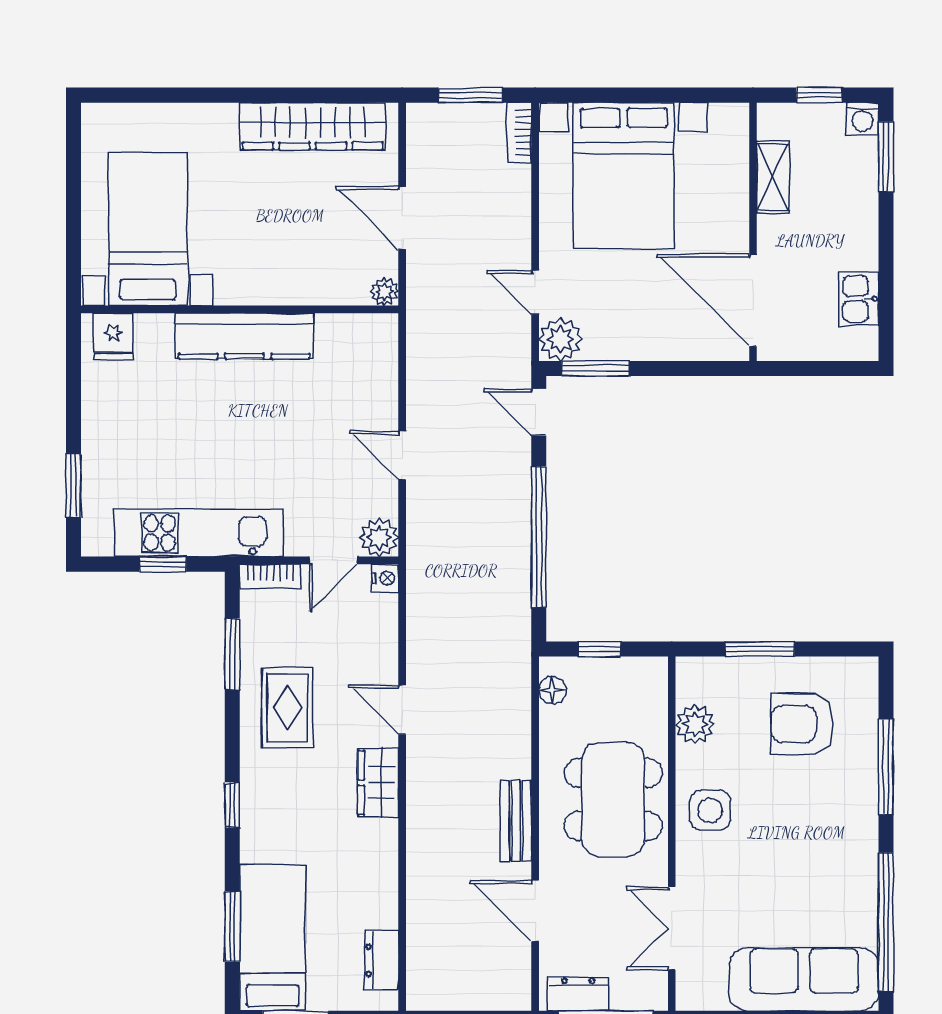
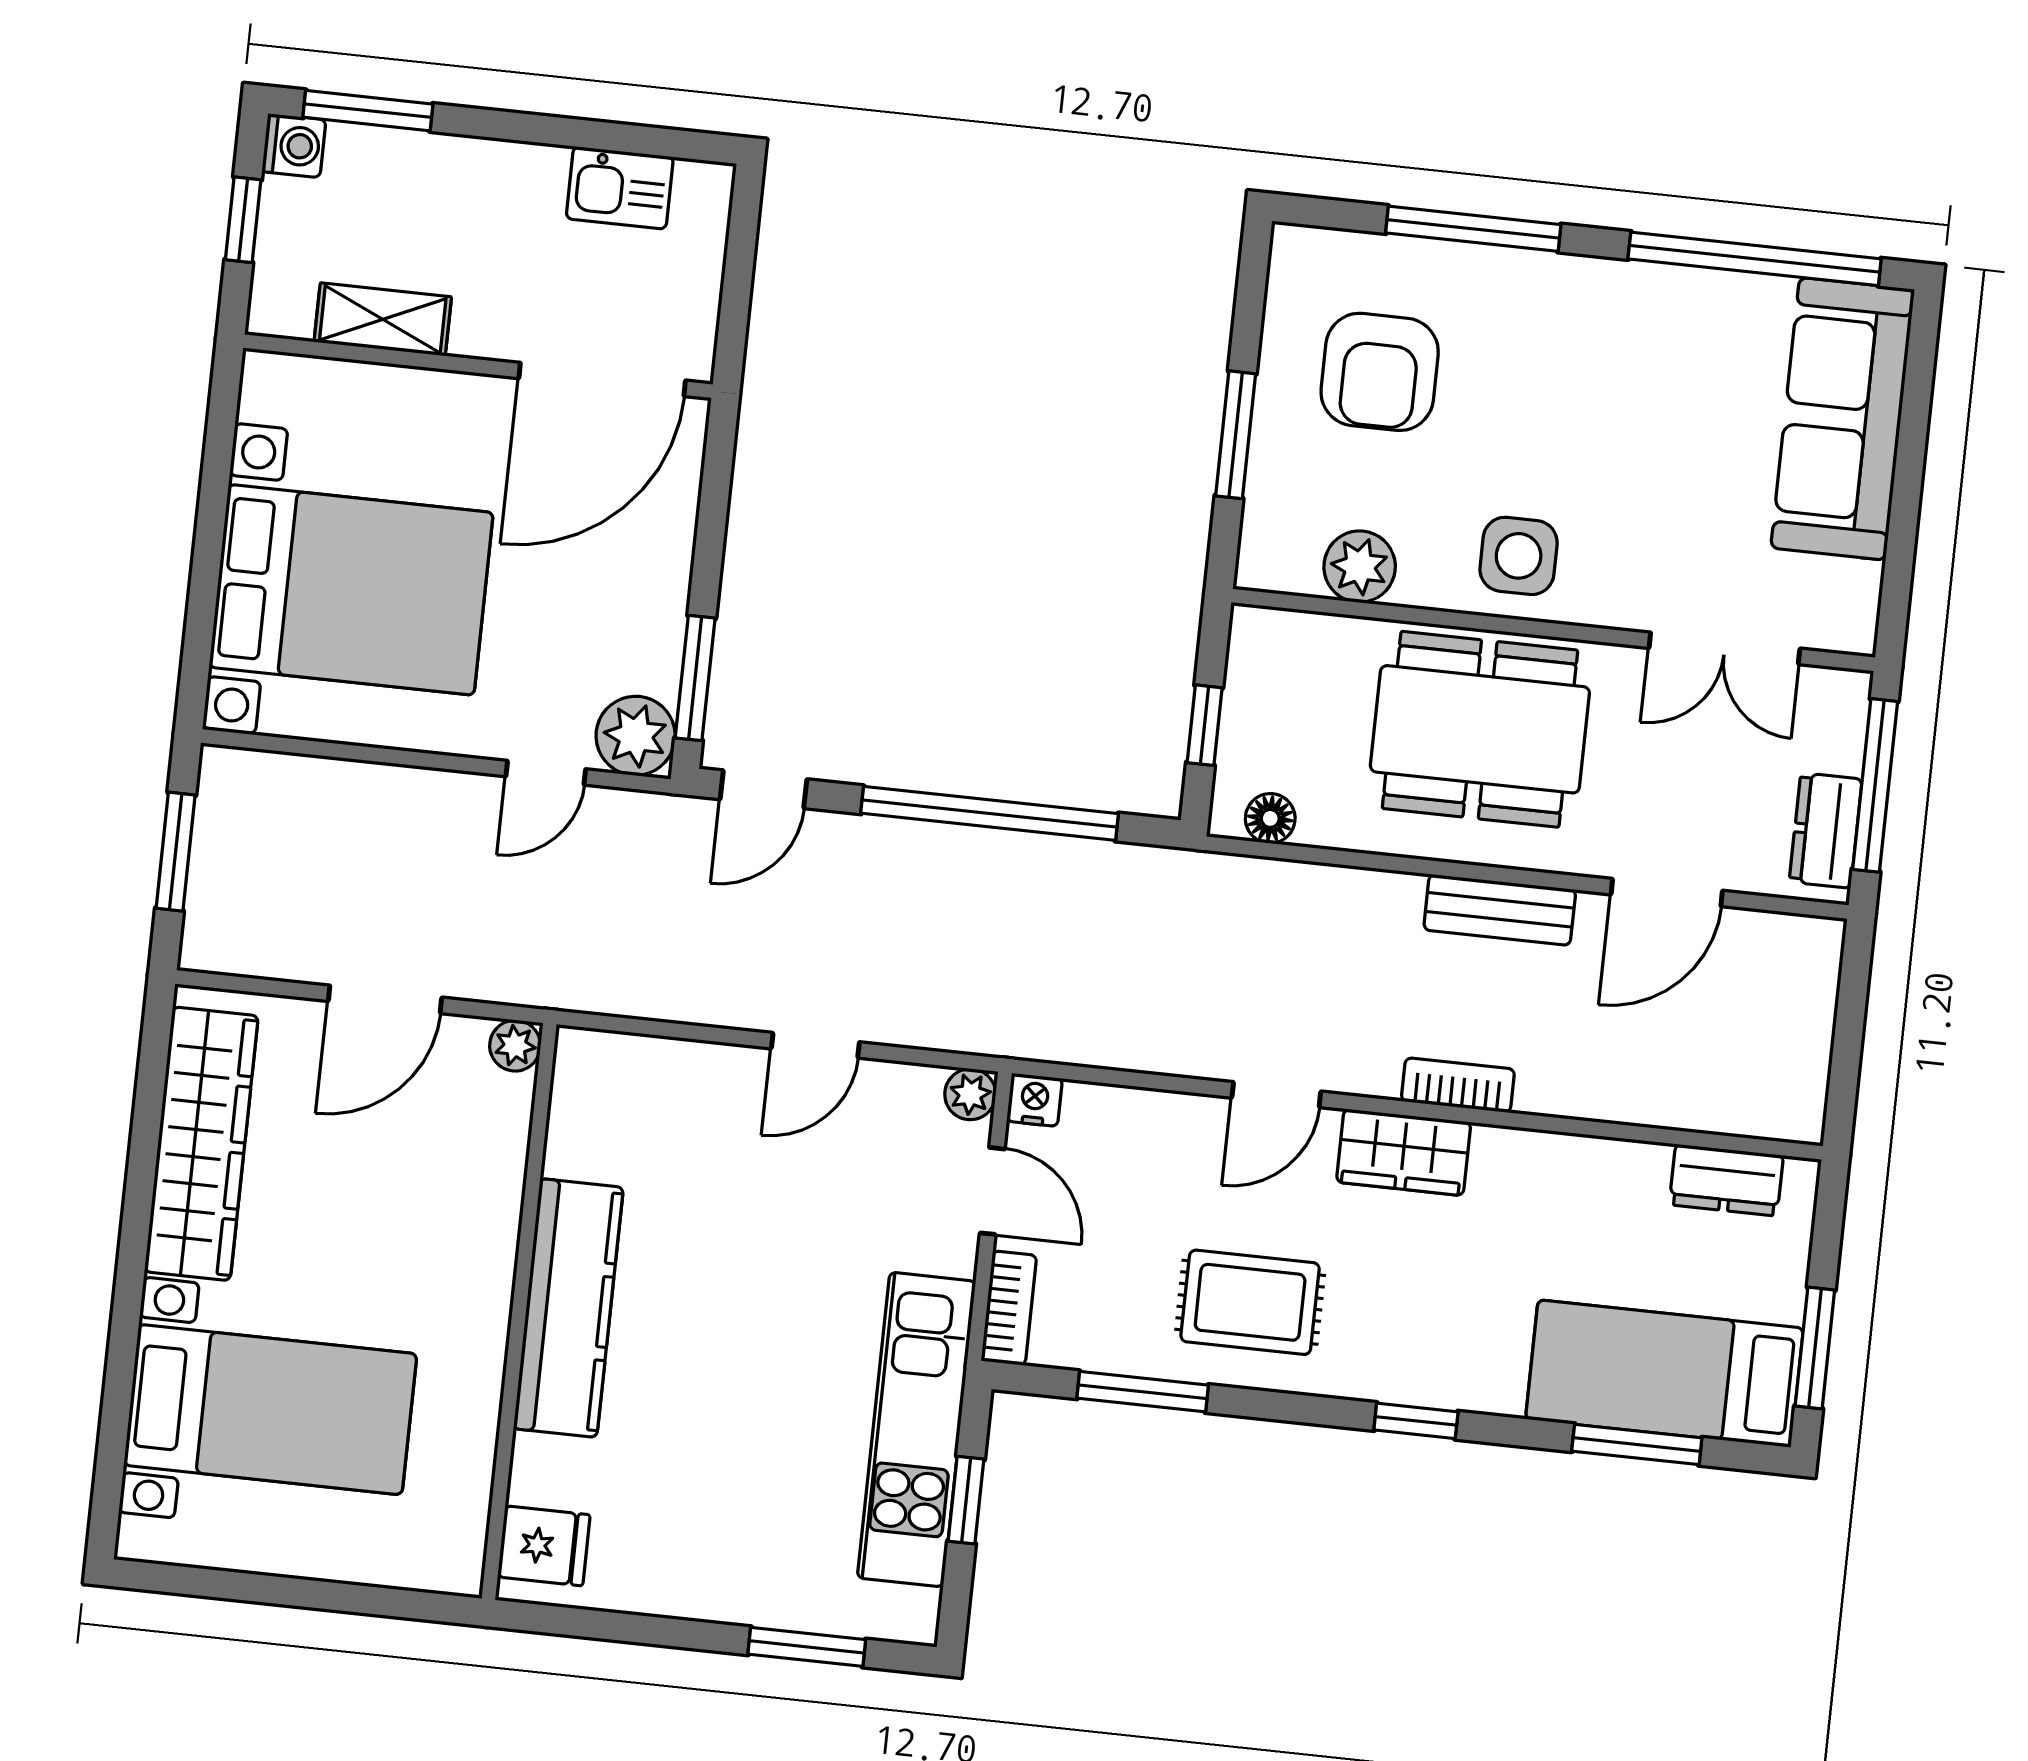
bookcase: (519, 133) -> (1458, 1085), moved, turned 180
bed with nightstands: (148, 229) -> (270, 1410), moved, turned 180
plant: (379, 538) -> (970, 1094), width x0.73, depth x0.73

